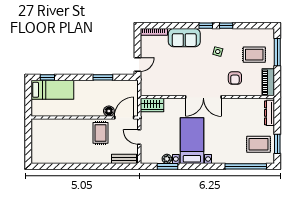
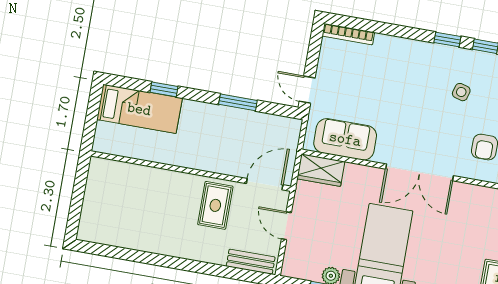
sofa: (184, 38) -> (345, 139), moved, turned 180
door: (138, 64) -> (307, 90), swing flipped
window: (47, 77) -> (164, 89), moved
floor lamp: (109, 111) -> (238, 167), removed

